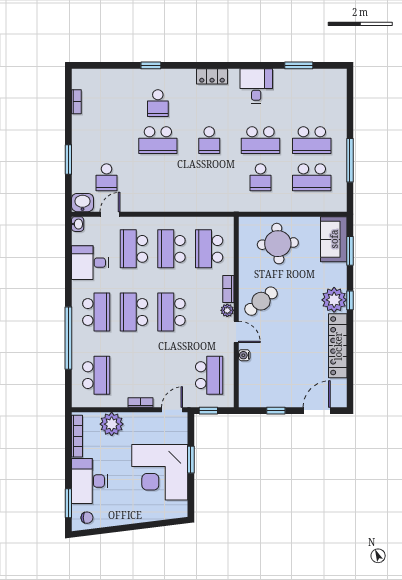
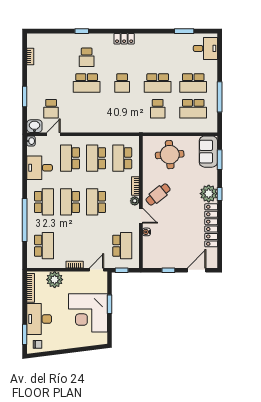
desk: (256, 86) -> (205, 48), moved, turned 90

